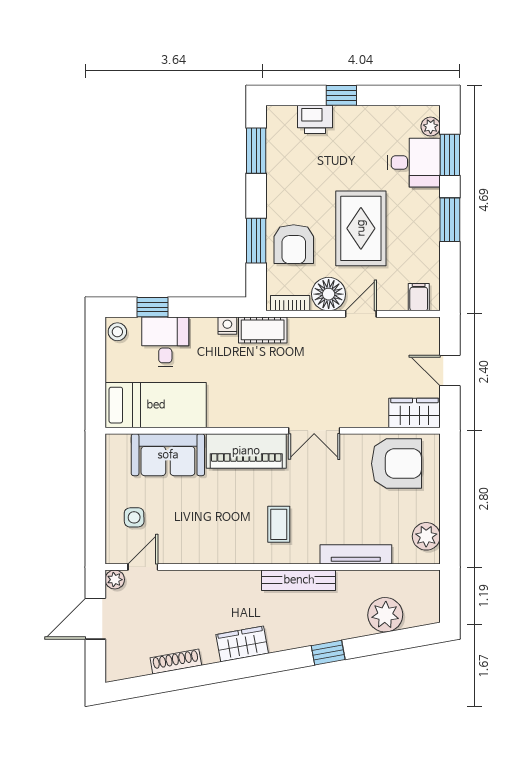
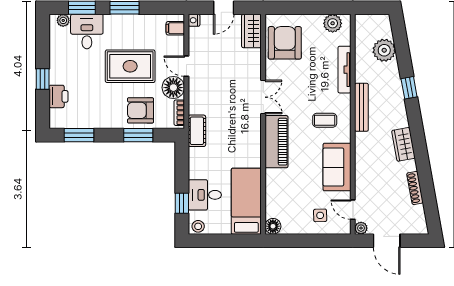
armchair: (294, 244) -> (140, 110), turned 180
nightstand: (227, 326) -> (194, 20), moved
floor lamp: (118, 446) -> (273, 226), added
sofa: (168, 455) -> (337, 167), moved, turned 180

